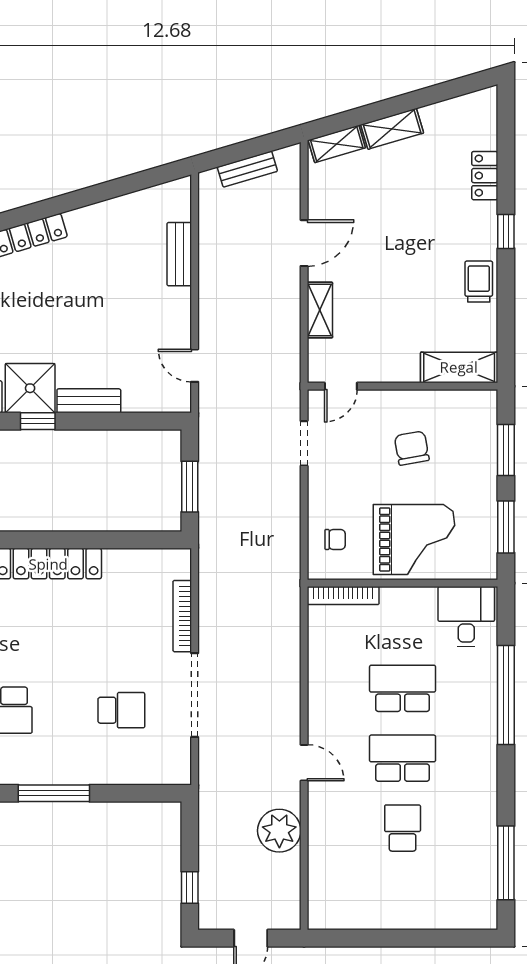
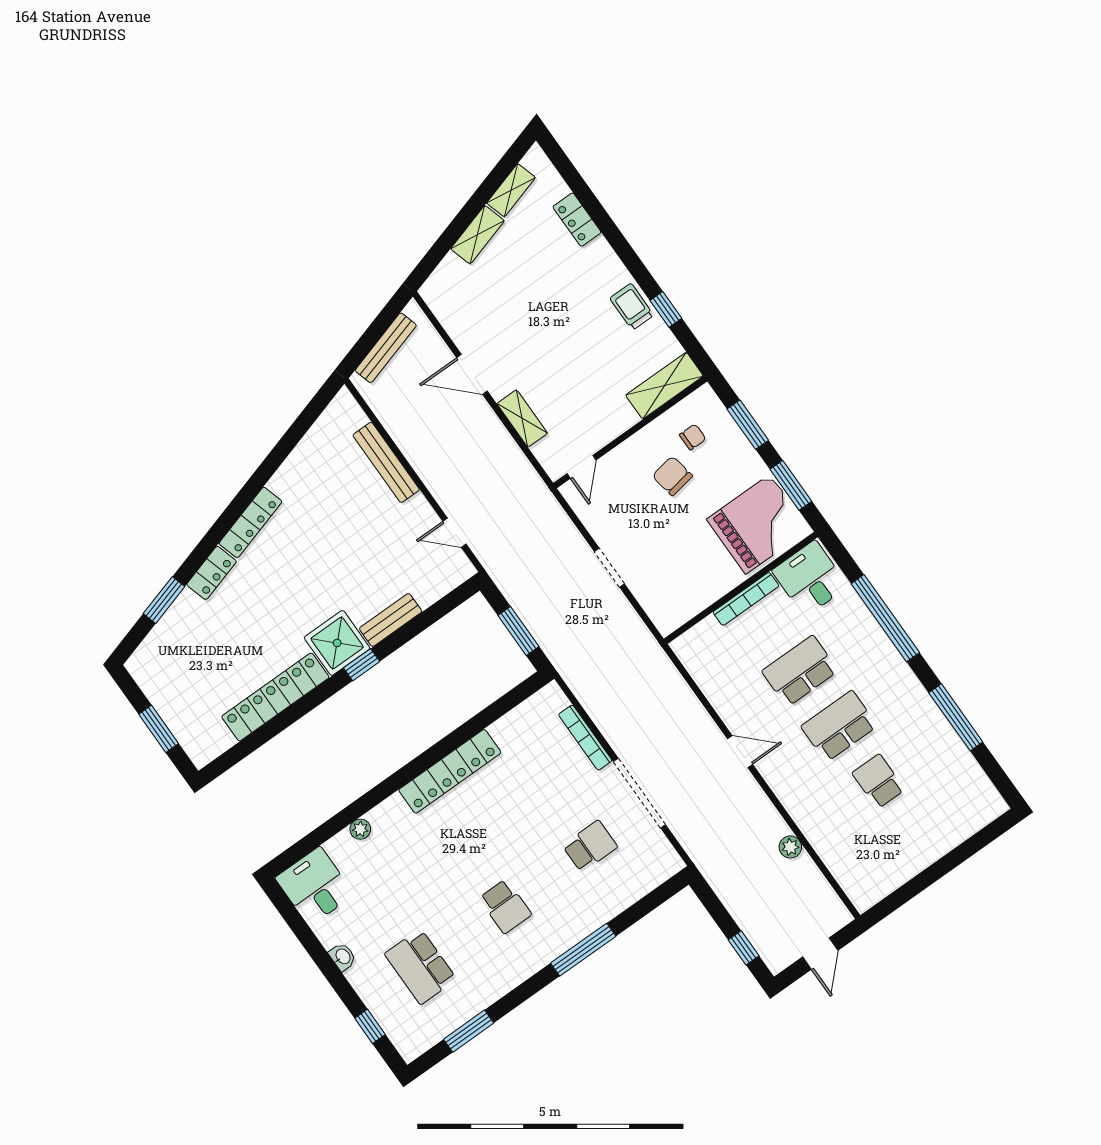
shelving: (337, 144) -> (511, 190), moved
bench: (247, 169) -> (386, 348), width x1.36
window: (506, 231) -> (666, 309), moved
door: (304, 243) -> (472, 374), swing flipped
bench: (179, 254) -> (386, 462), width x1.36
doorway: (304, 443) -> (609, 568), moved
chair: (335, 539) -> (693, 437), moved
grand piano: (414, 539) -> (758, 524), moved
bookcase: (343, 596) -> (746, 599), moved
door: (304, 763) -> (740, 752), moved
plant: (279, 831) -> (790, 847), width x0.53, depth x0.53
window: (506, 863) -> (956, 717), moved

